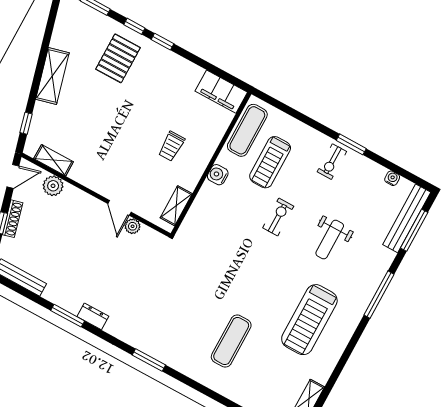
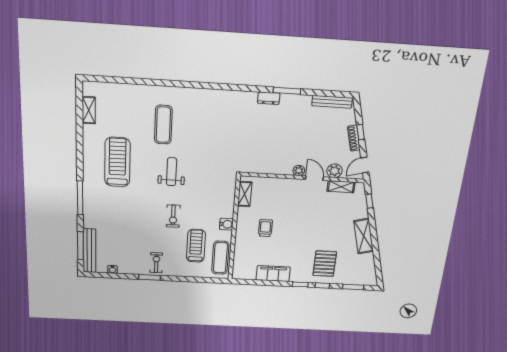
filing cabinet: (221, 92) -> (273, 274), moved
door: (119, 208) -> (314, 178), moved
plant: (133, 226) -> (299, 171), moved
weight bench: (330, 240) -> (172, 172), moved
window: (149, 360) -> (215, 86), removed

